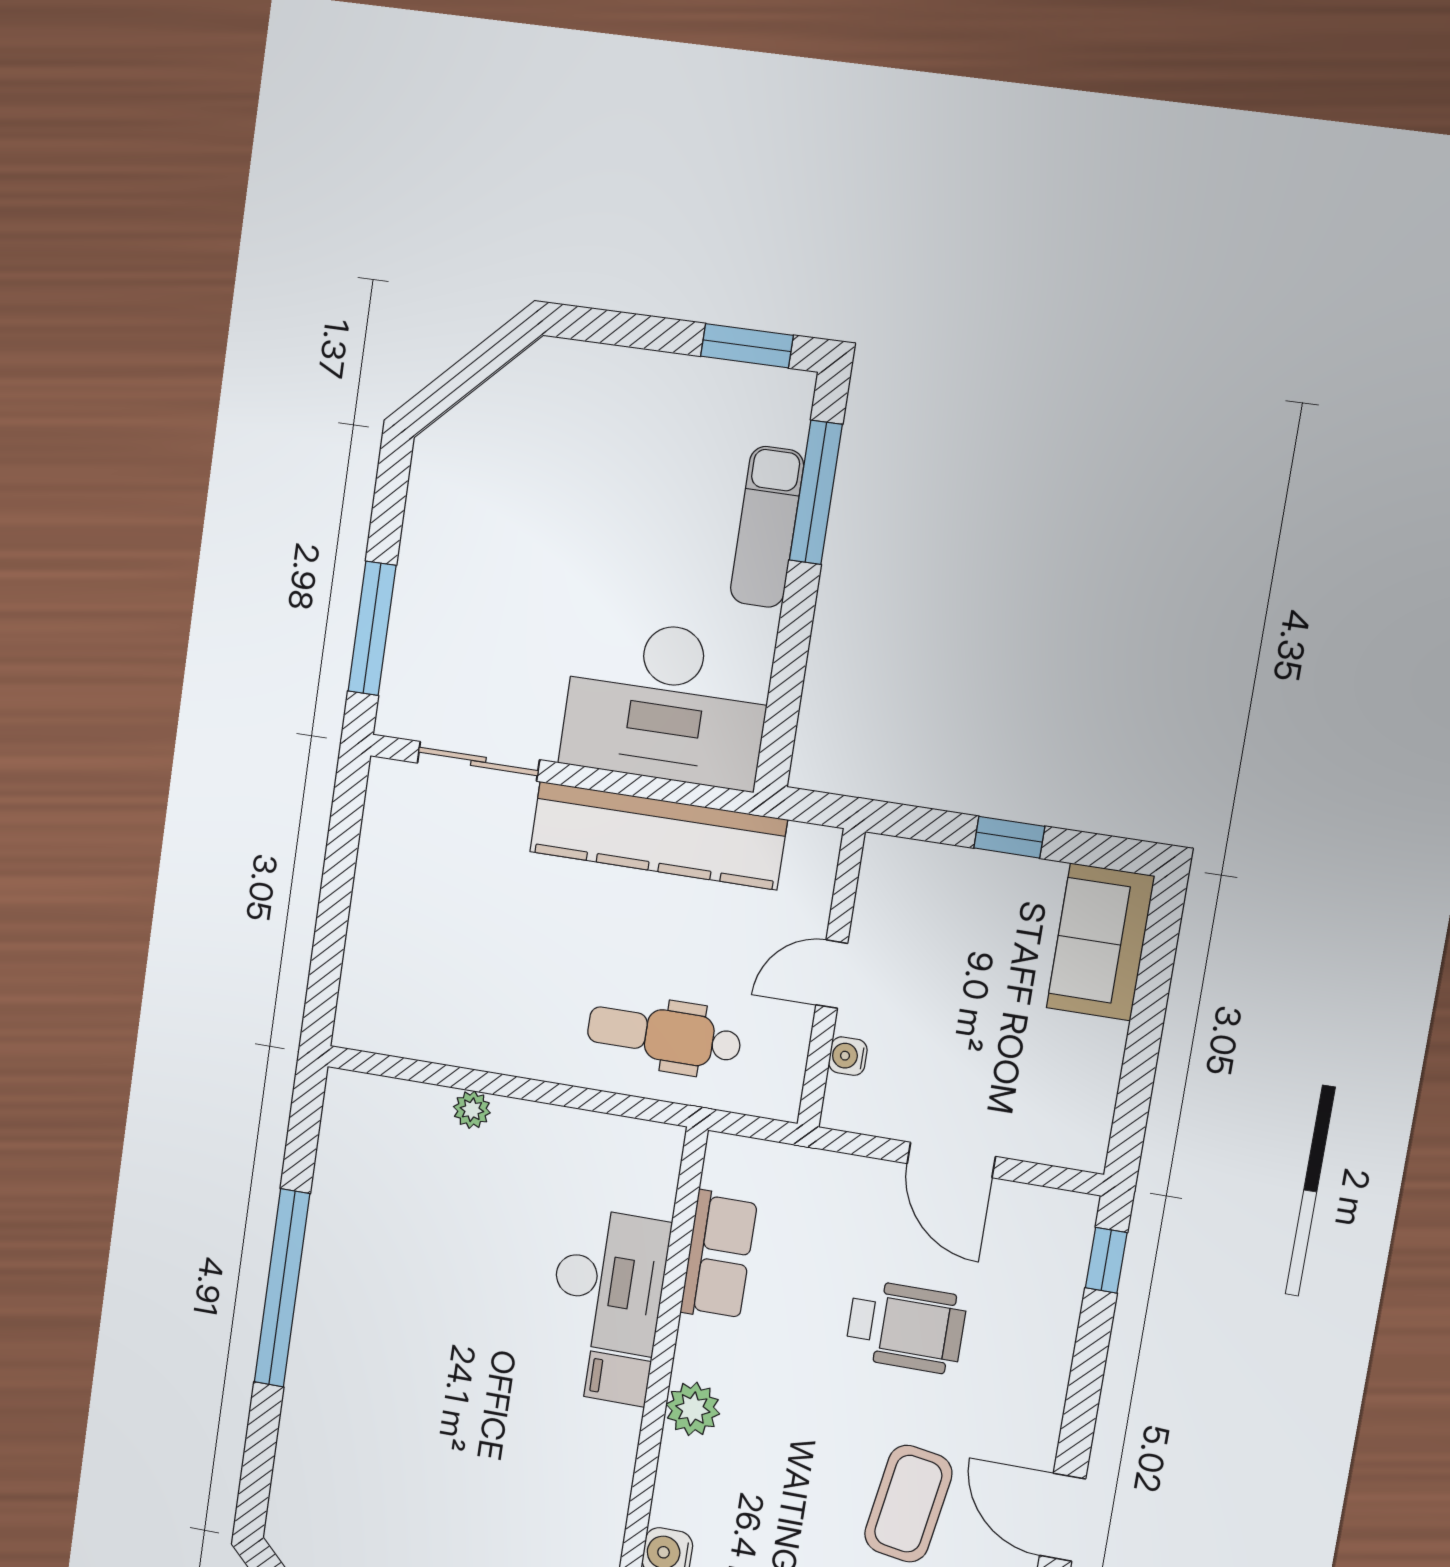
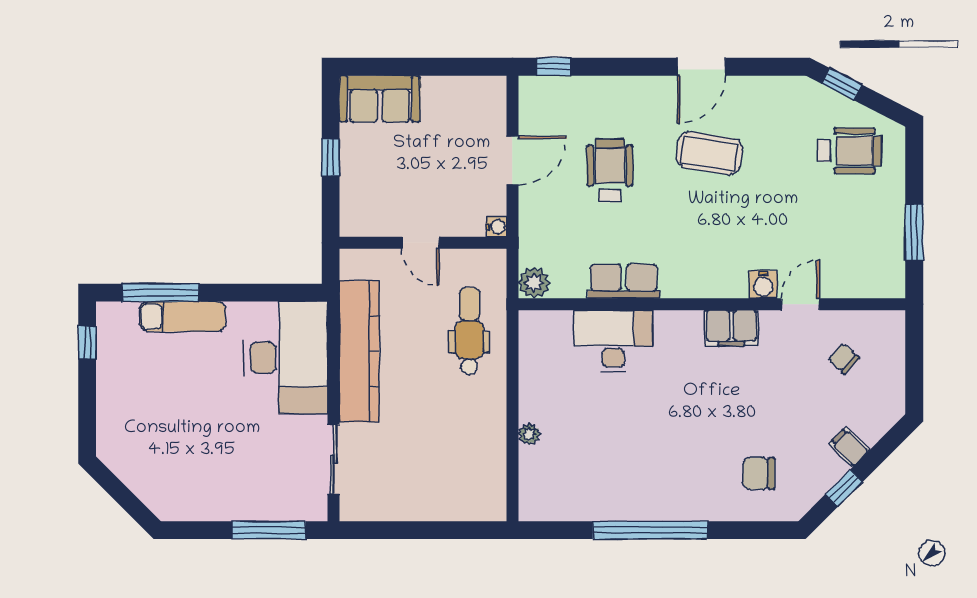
window: (747, 346) -> (87, 343), width x0.67
dental chair: (664, 1035) -> (469, 331), turned 180
water cooler: (848, 1056) -> (496, 227), moved, turned -90
row of seats: (719, 1256) -> (624, 281), moved
filing cabinet: (618, 1379) -> (731, 328), moved, width x2.00
plant: (693, 1409) -> (534, 283), moved
chair: (351, 1487) -> (759, 473), added

